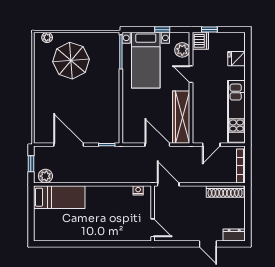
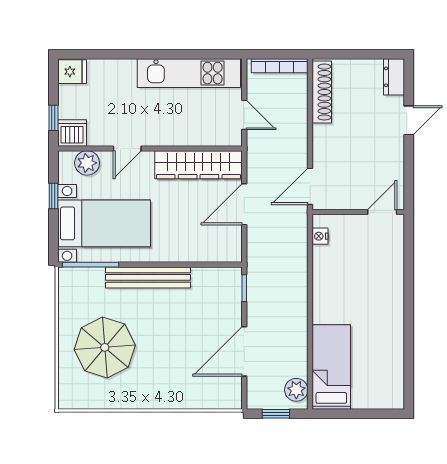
plant: (47, 37) -> (66, 387), removed
fridge: (237, 59) -> (72, 72), moved, turned -90
bench: (113, 87) -> (148, 277), added

